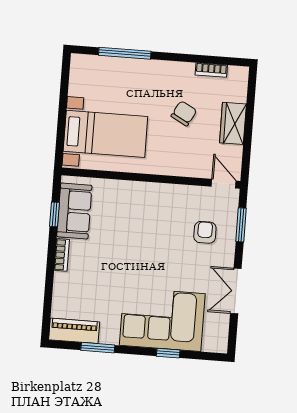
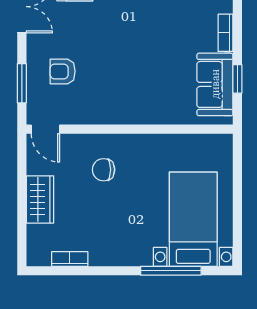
chair: (184, 113) -> (104, 170), moved, turned 62
bed with nightstands: (105, 134) -> (193, 219), moved, turned 90
armchair: (205, 232) -> (63, 71), turned 90

